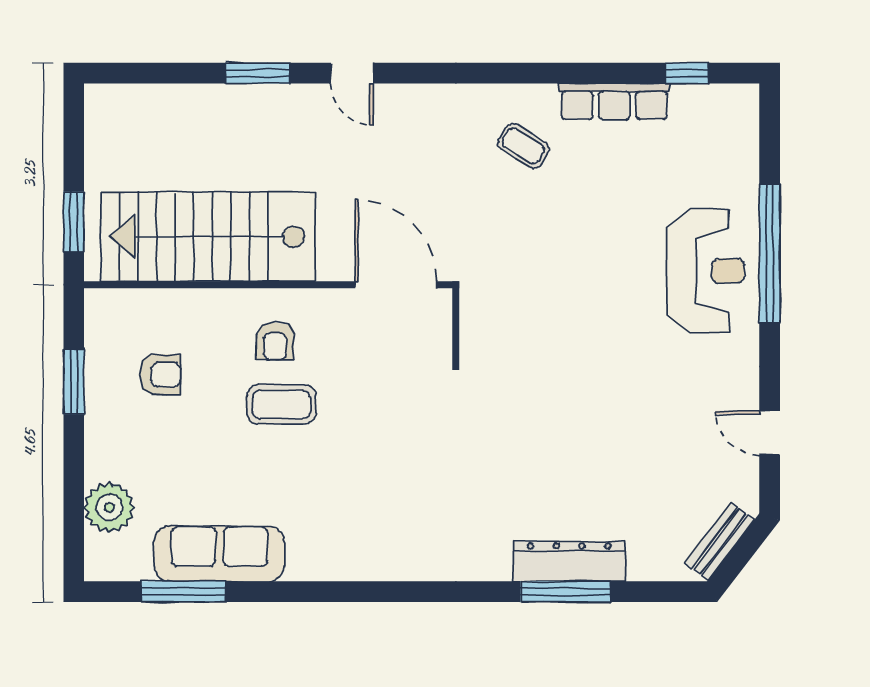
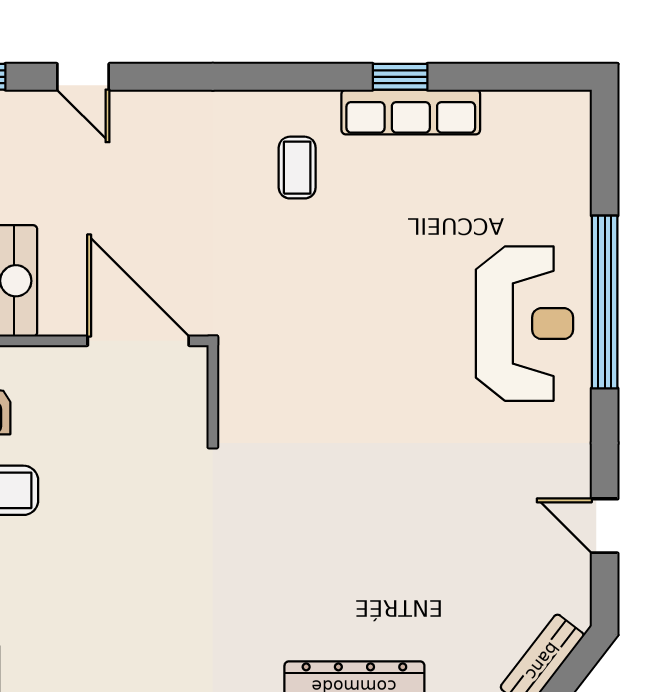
window: (687, 73) -> (400, 77), moved
coffee table: (523, 146) -> (297, 168), turned 58

